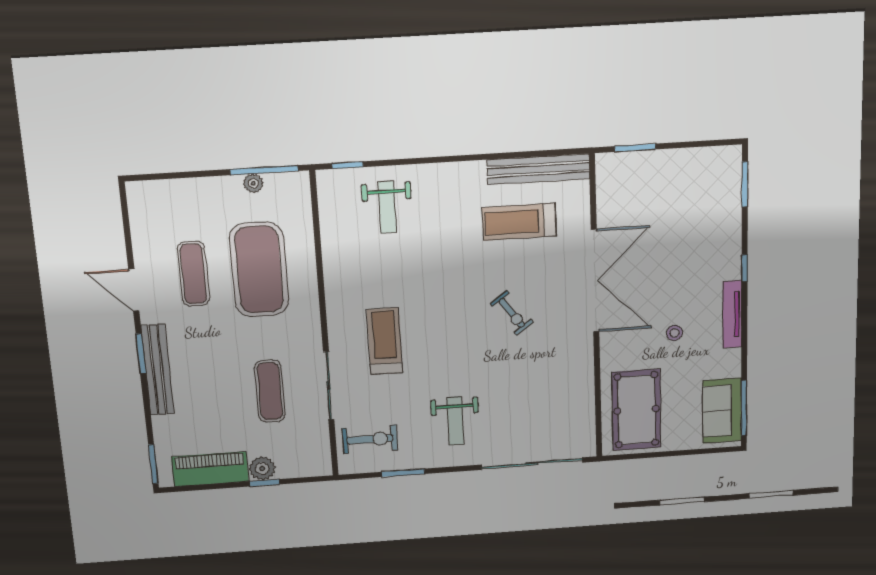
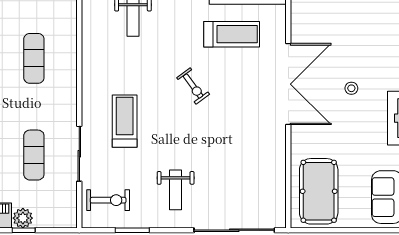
treadmill: (519, 222) -> (232, 34), turned 180
exercise mat: (259, 270) -> (34, 58), width x0.50, depth x0.69
exercise bike: (512, 313) -> (193, 86), moved
stool: (674, 333) -> (351, 88), moved

